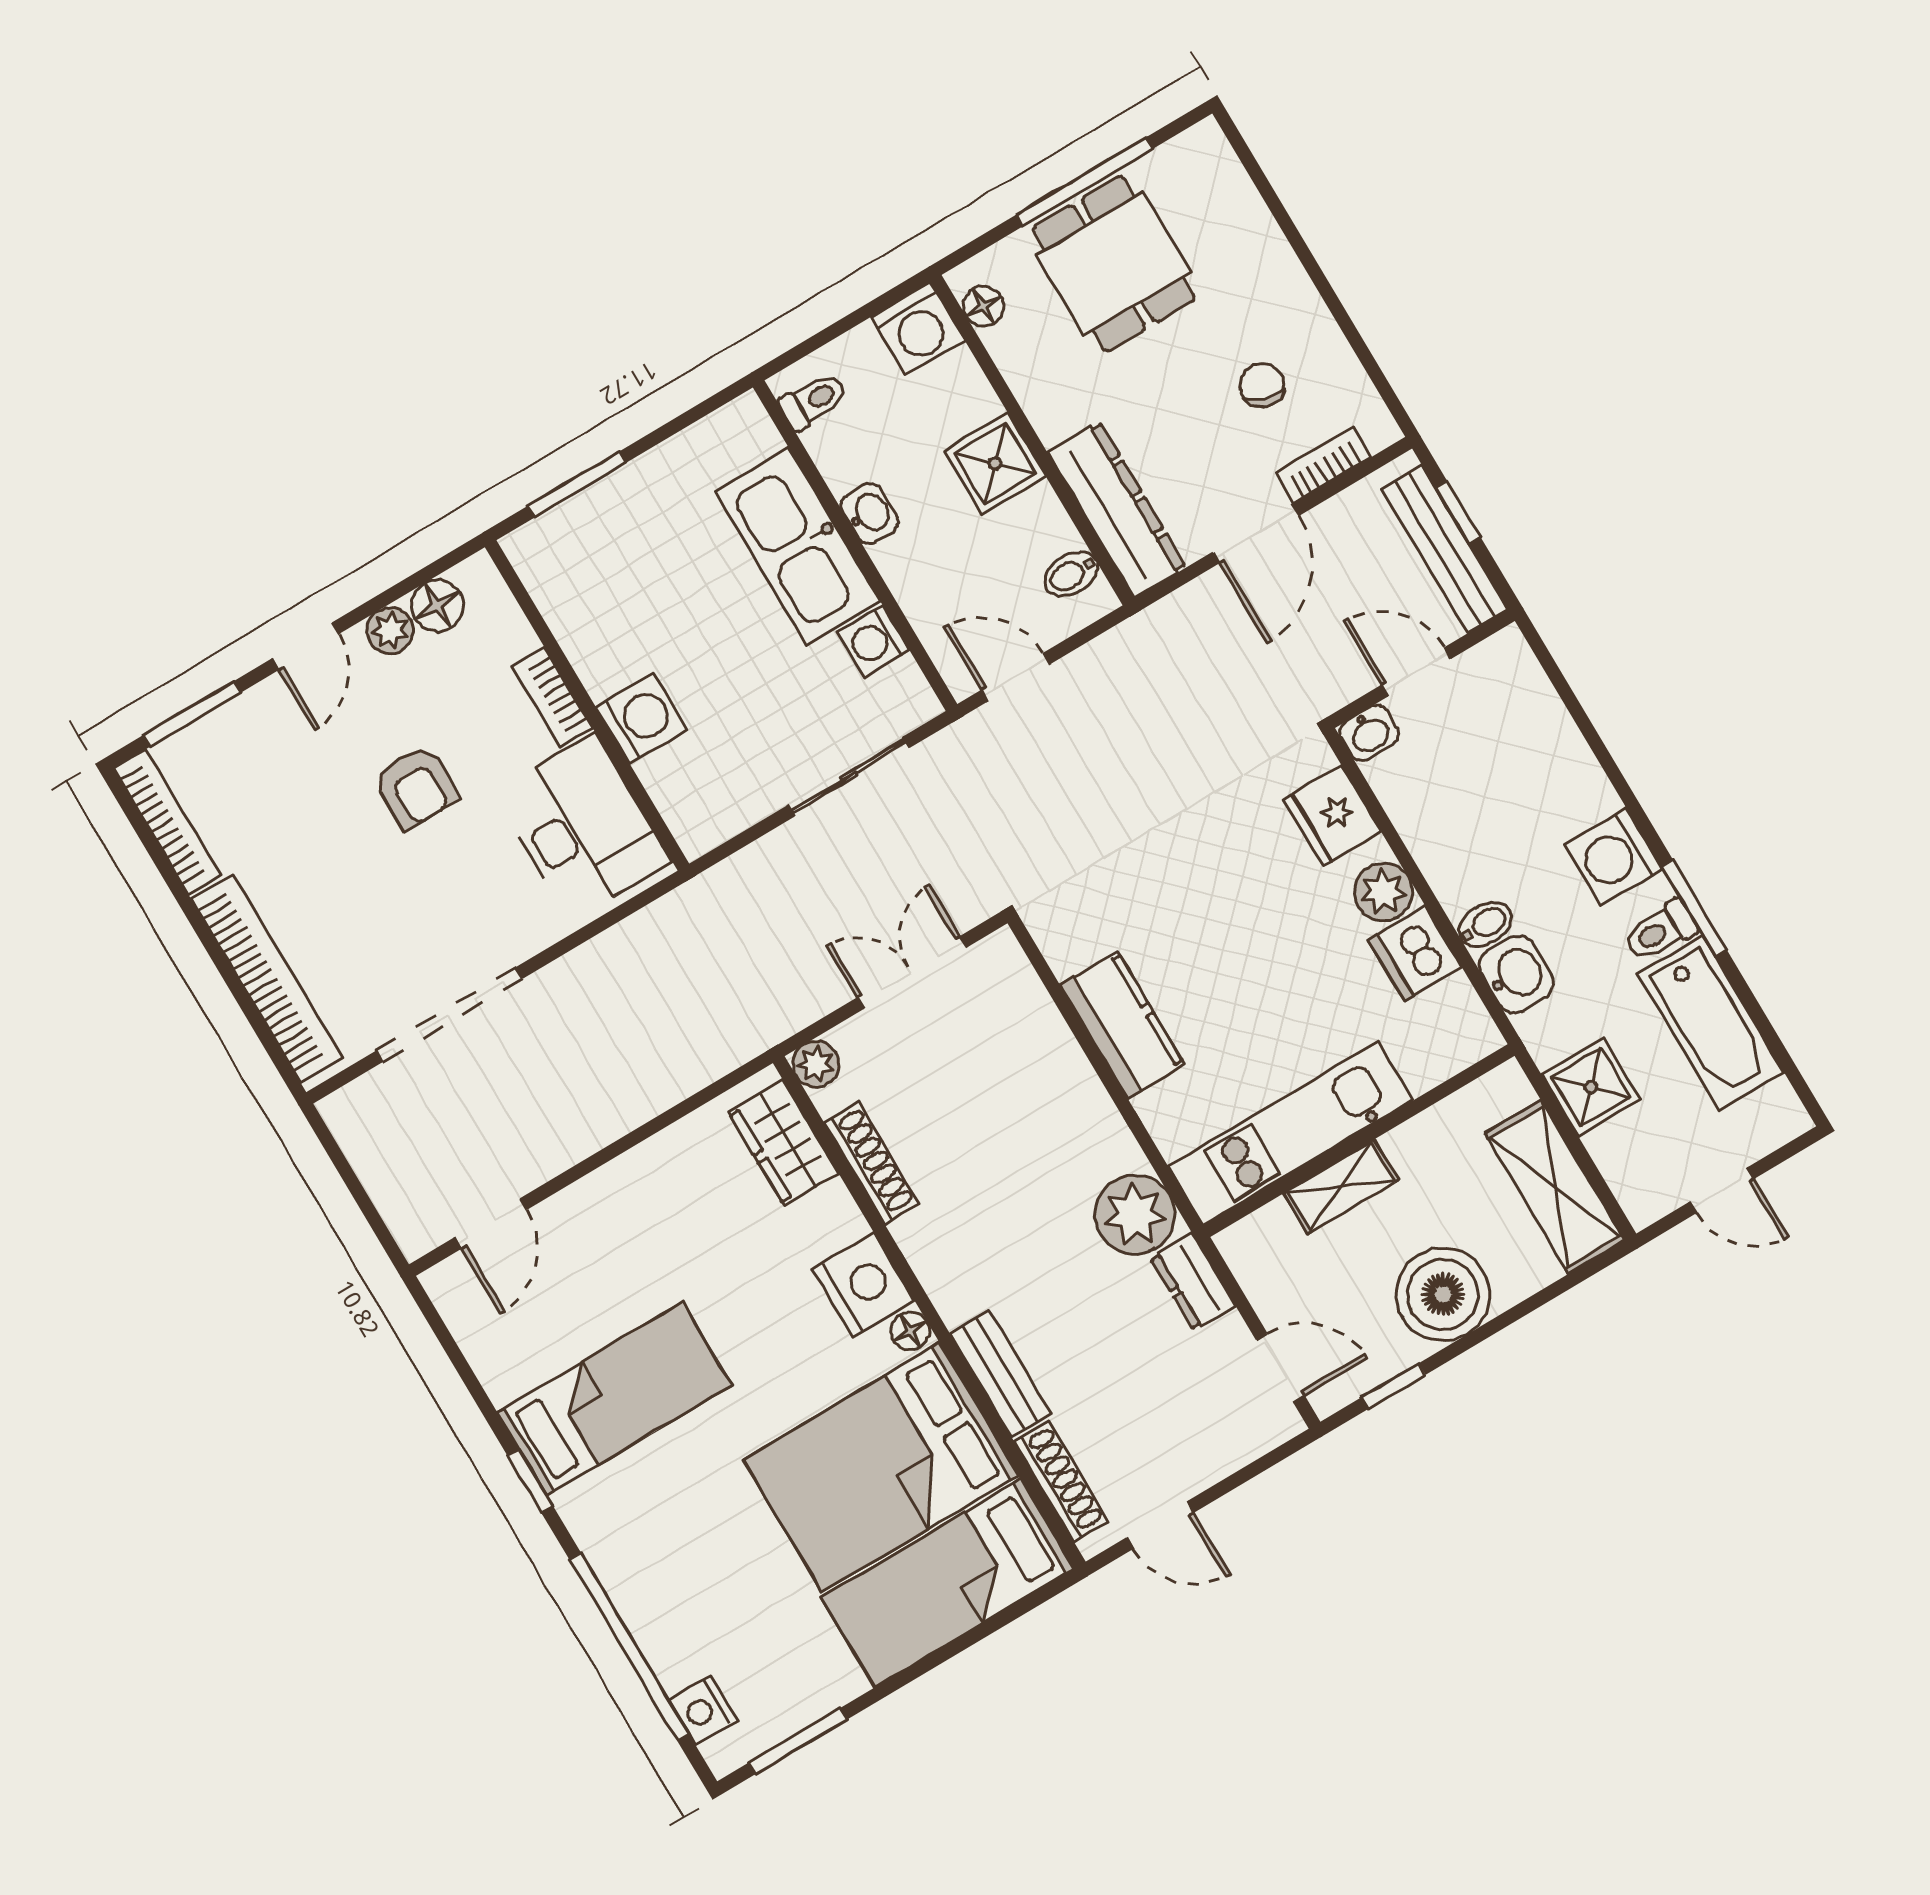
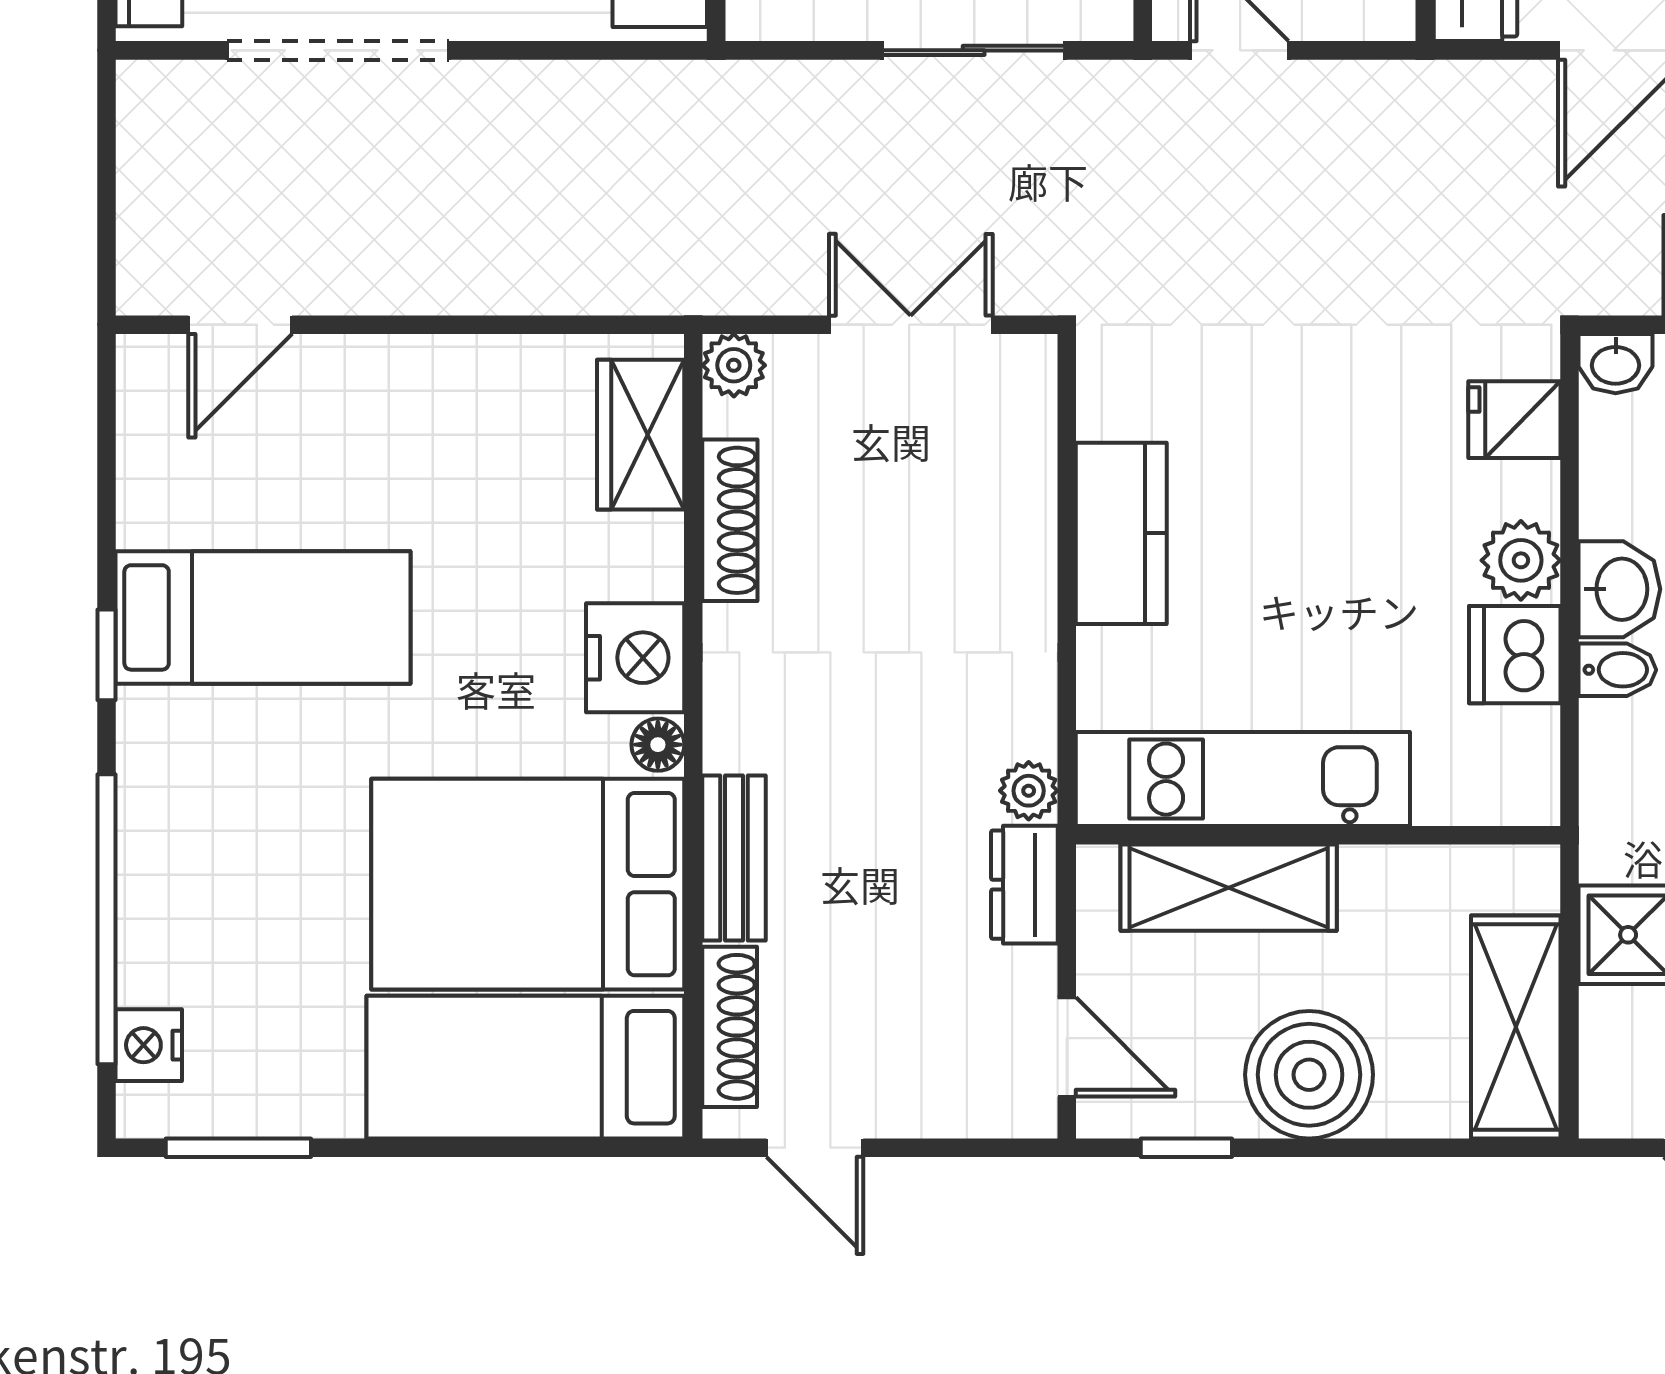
fridge: (1332, 815) -> (1514, 420), width x0.72
washbasin: (1516, 974) -> (1619, 589), moved
shelving: (1341, 1187) -> (1229, 888), width x1.50, depth x1.33
plant: (1135, 1215) -> (1029, 791), width x0.53, depth x0.53

